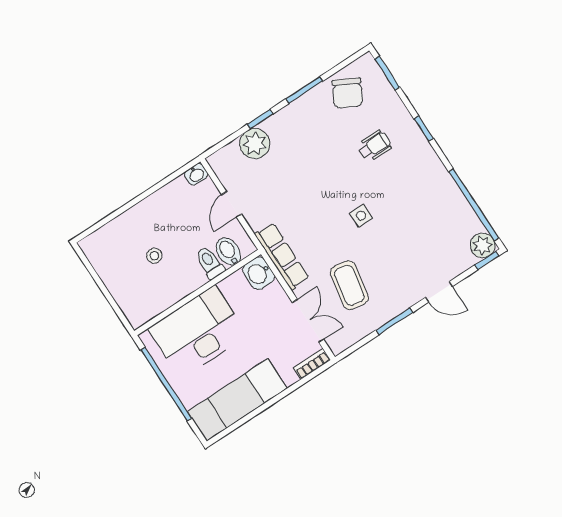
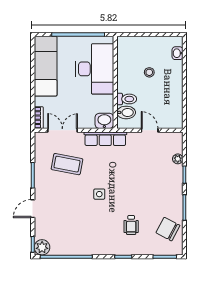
plant: (255, 144) -> (178, 159), width x0.53, depth x0.53
washbasin: (196, 174) -> (177, 53), moved
double door: (308, 321) -> (62, 130), swing flipped

